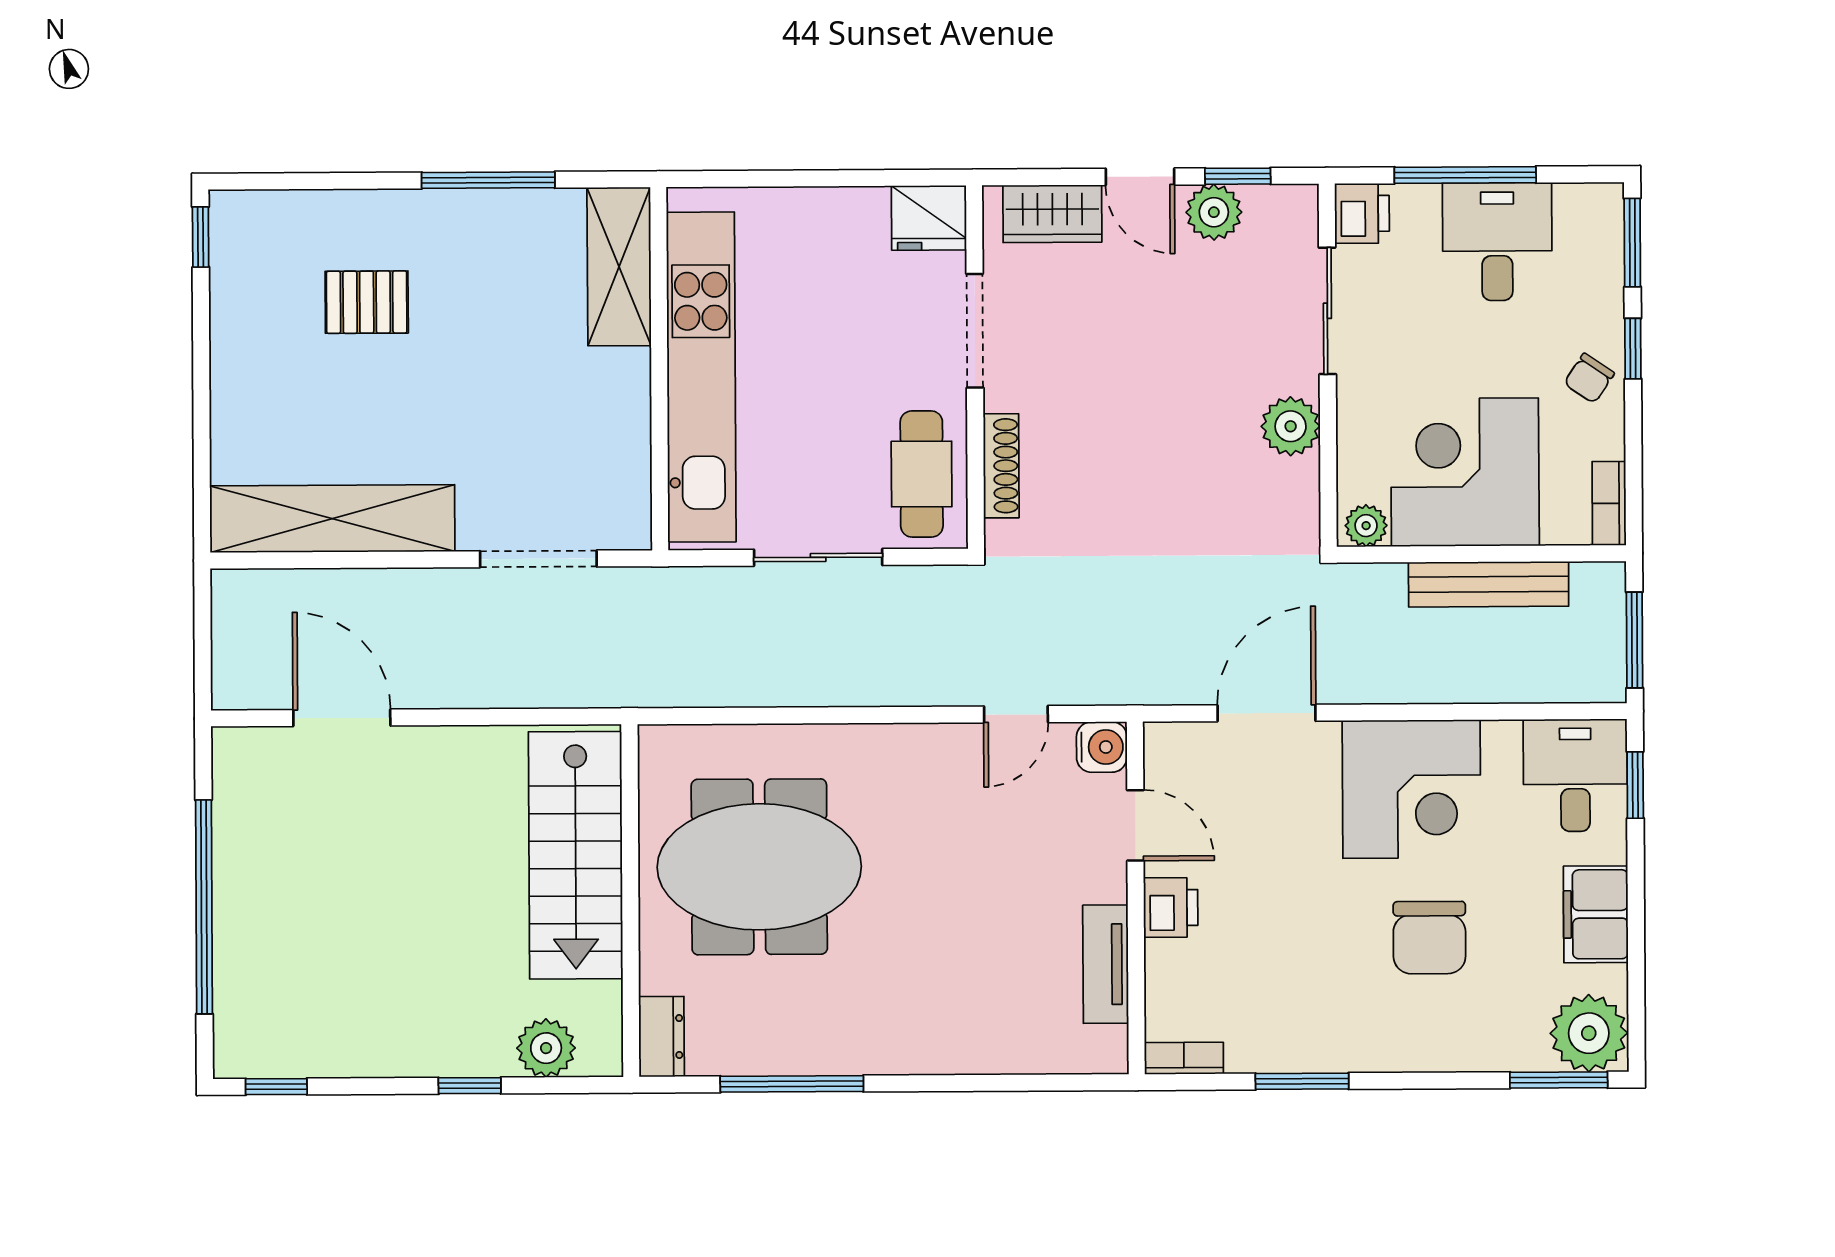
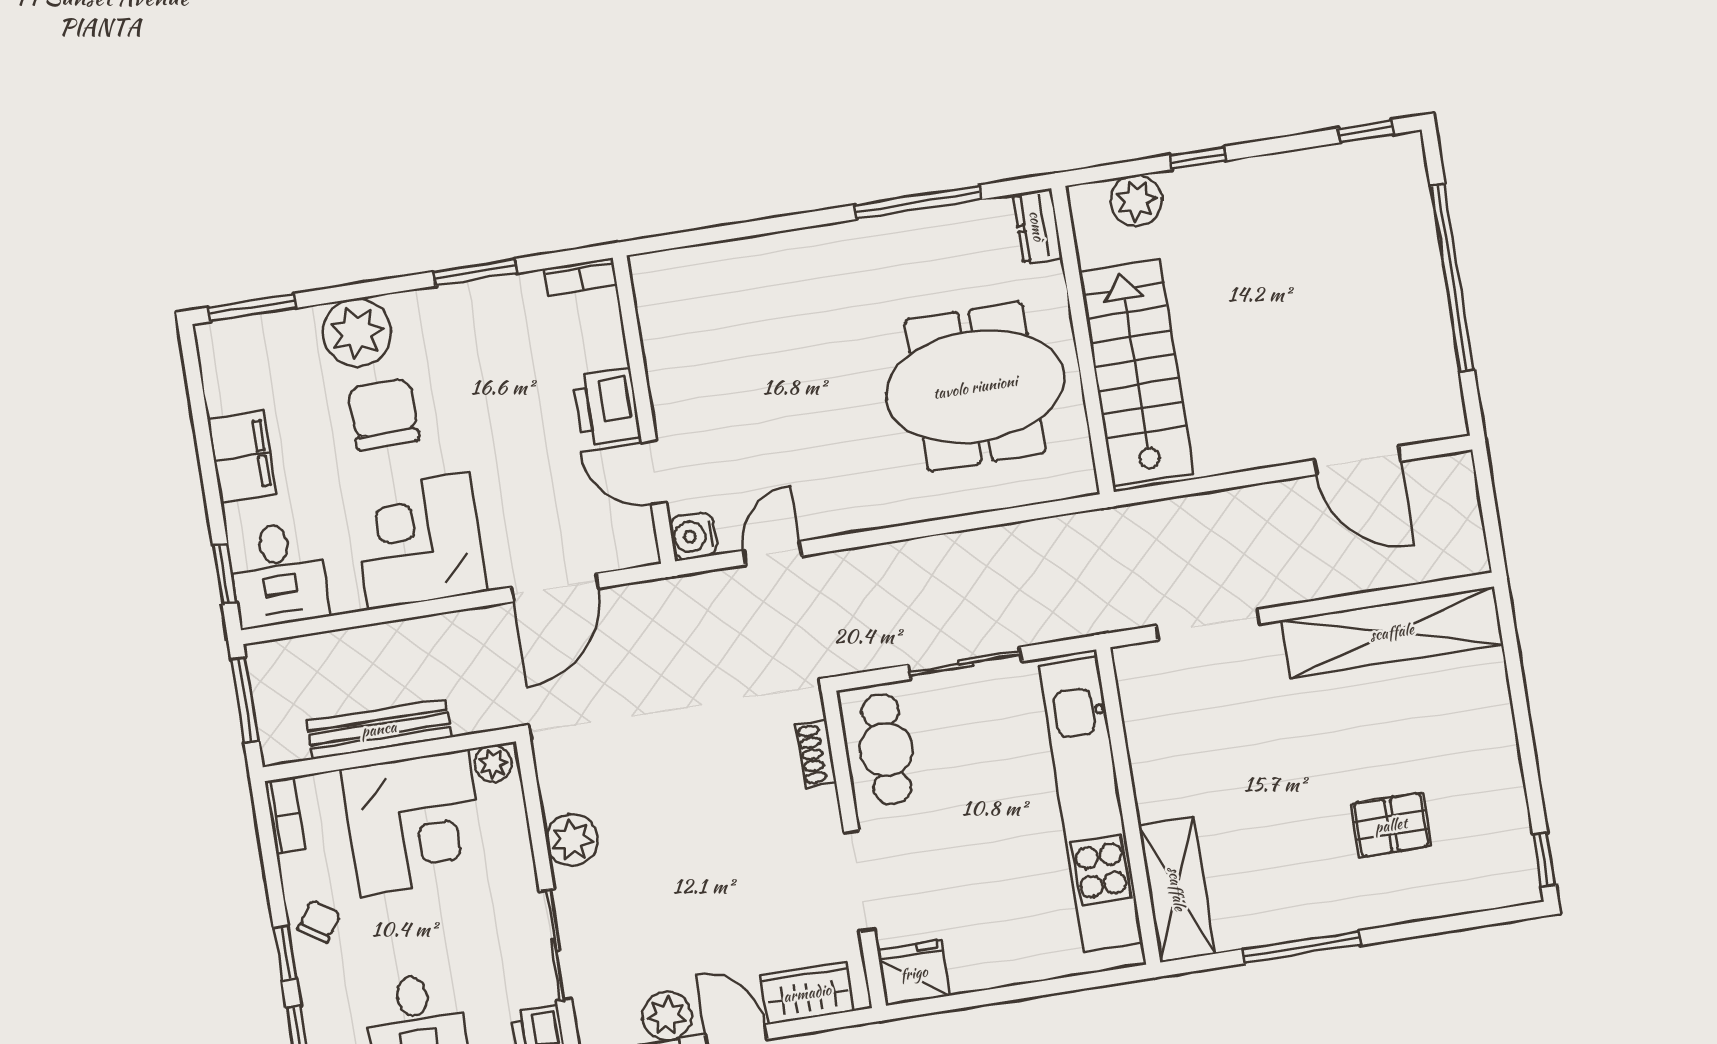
shoe rack: (1001, 466) -> (816, 754), width x0.70
printer: (1171, 908) -> (607, 407), width x1.36, depth x1.24
tv unit: (1106, 964) -> (661, 348), removed
plant: (1589, 1033) -> (357, 333), moved

